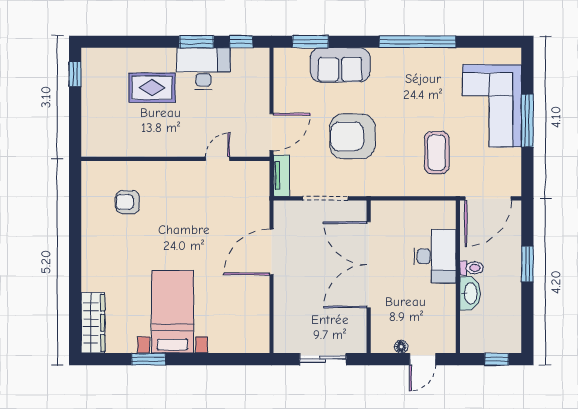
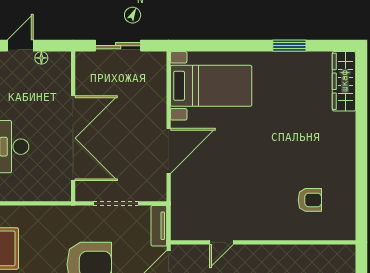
bed with nightstands: (173, 312) -> (211, 86), moved, turned -90

